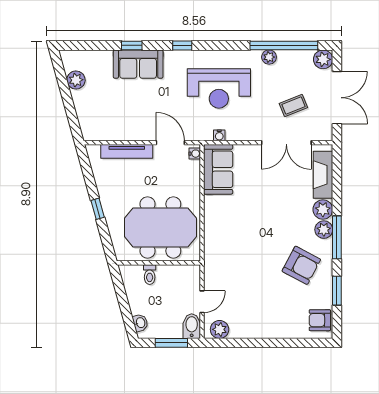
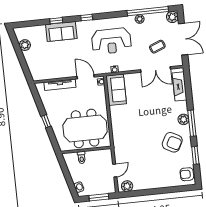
plant: (323, 210) -> (182, 107), removed
bidet: (192, 326) -> (110, 186), removed

